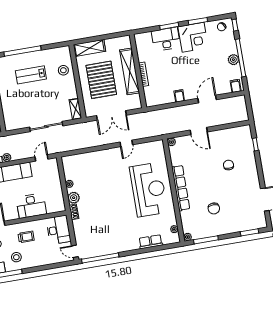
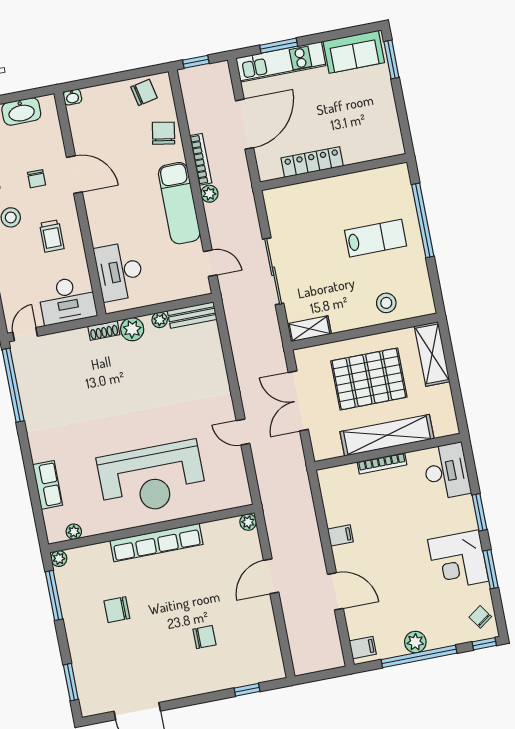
desk: (166, 39) -> (446, 471), moved
lab bench: (31, 75) -> (376, 238), turned 90
bench: (67, 168) -> (192, 315), added
desk: (31, 206) -> (119, 272), moved

